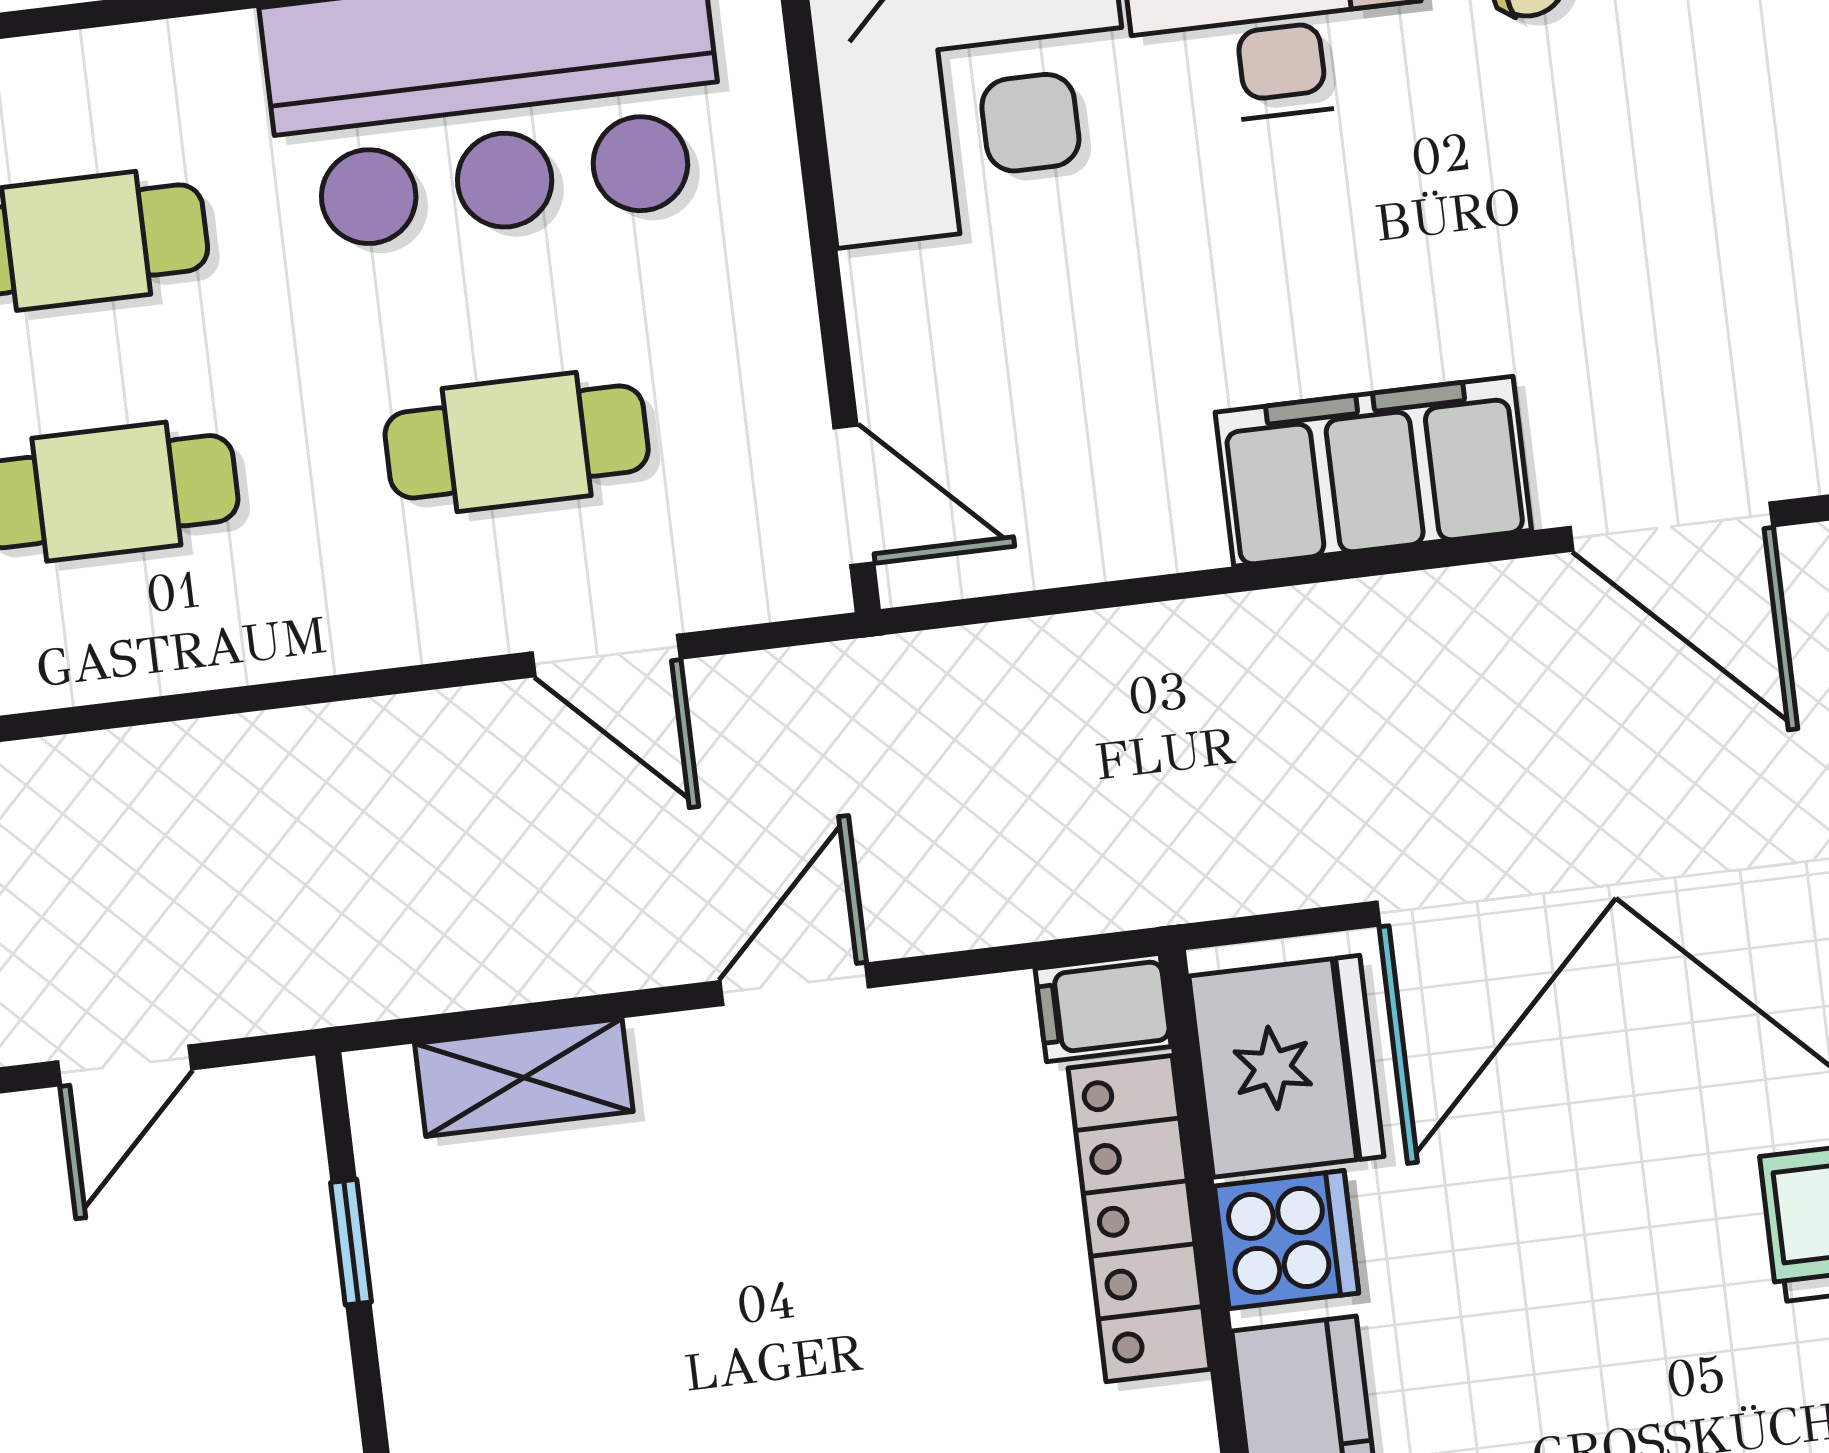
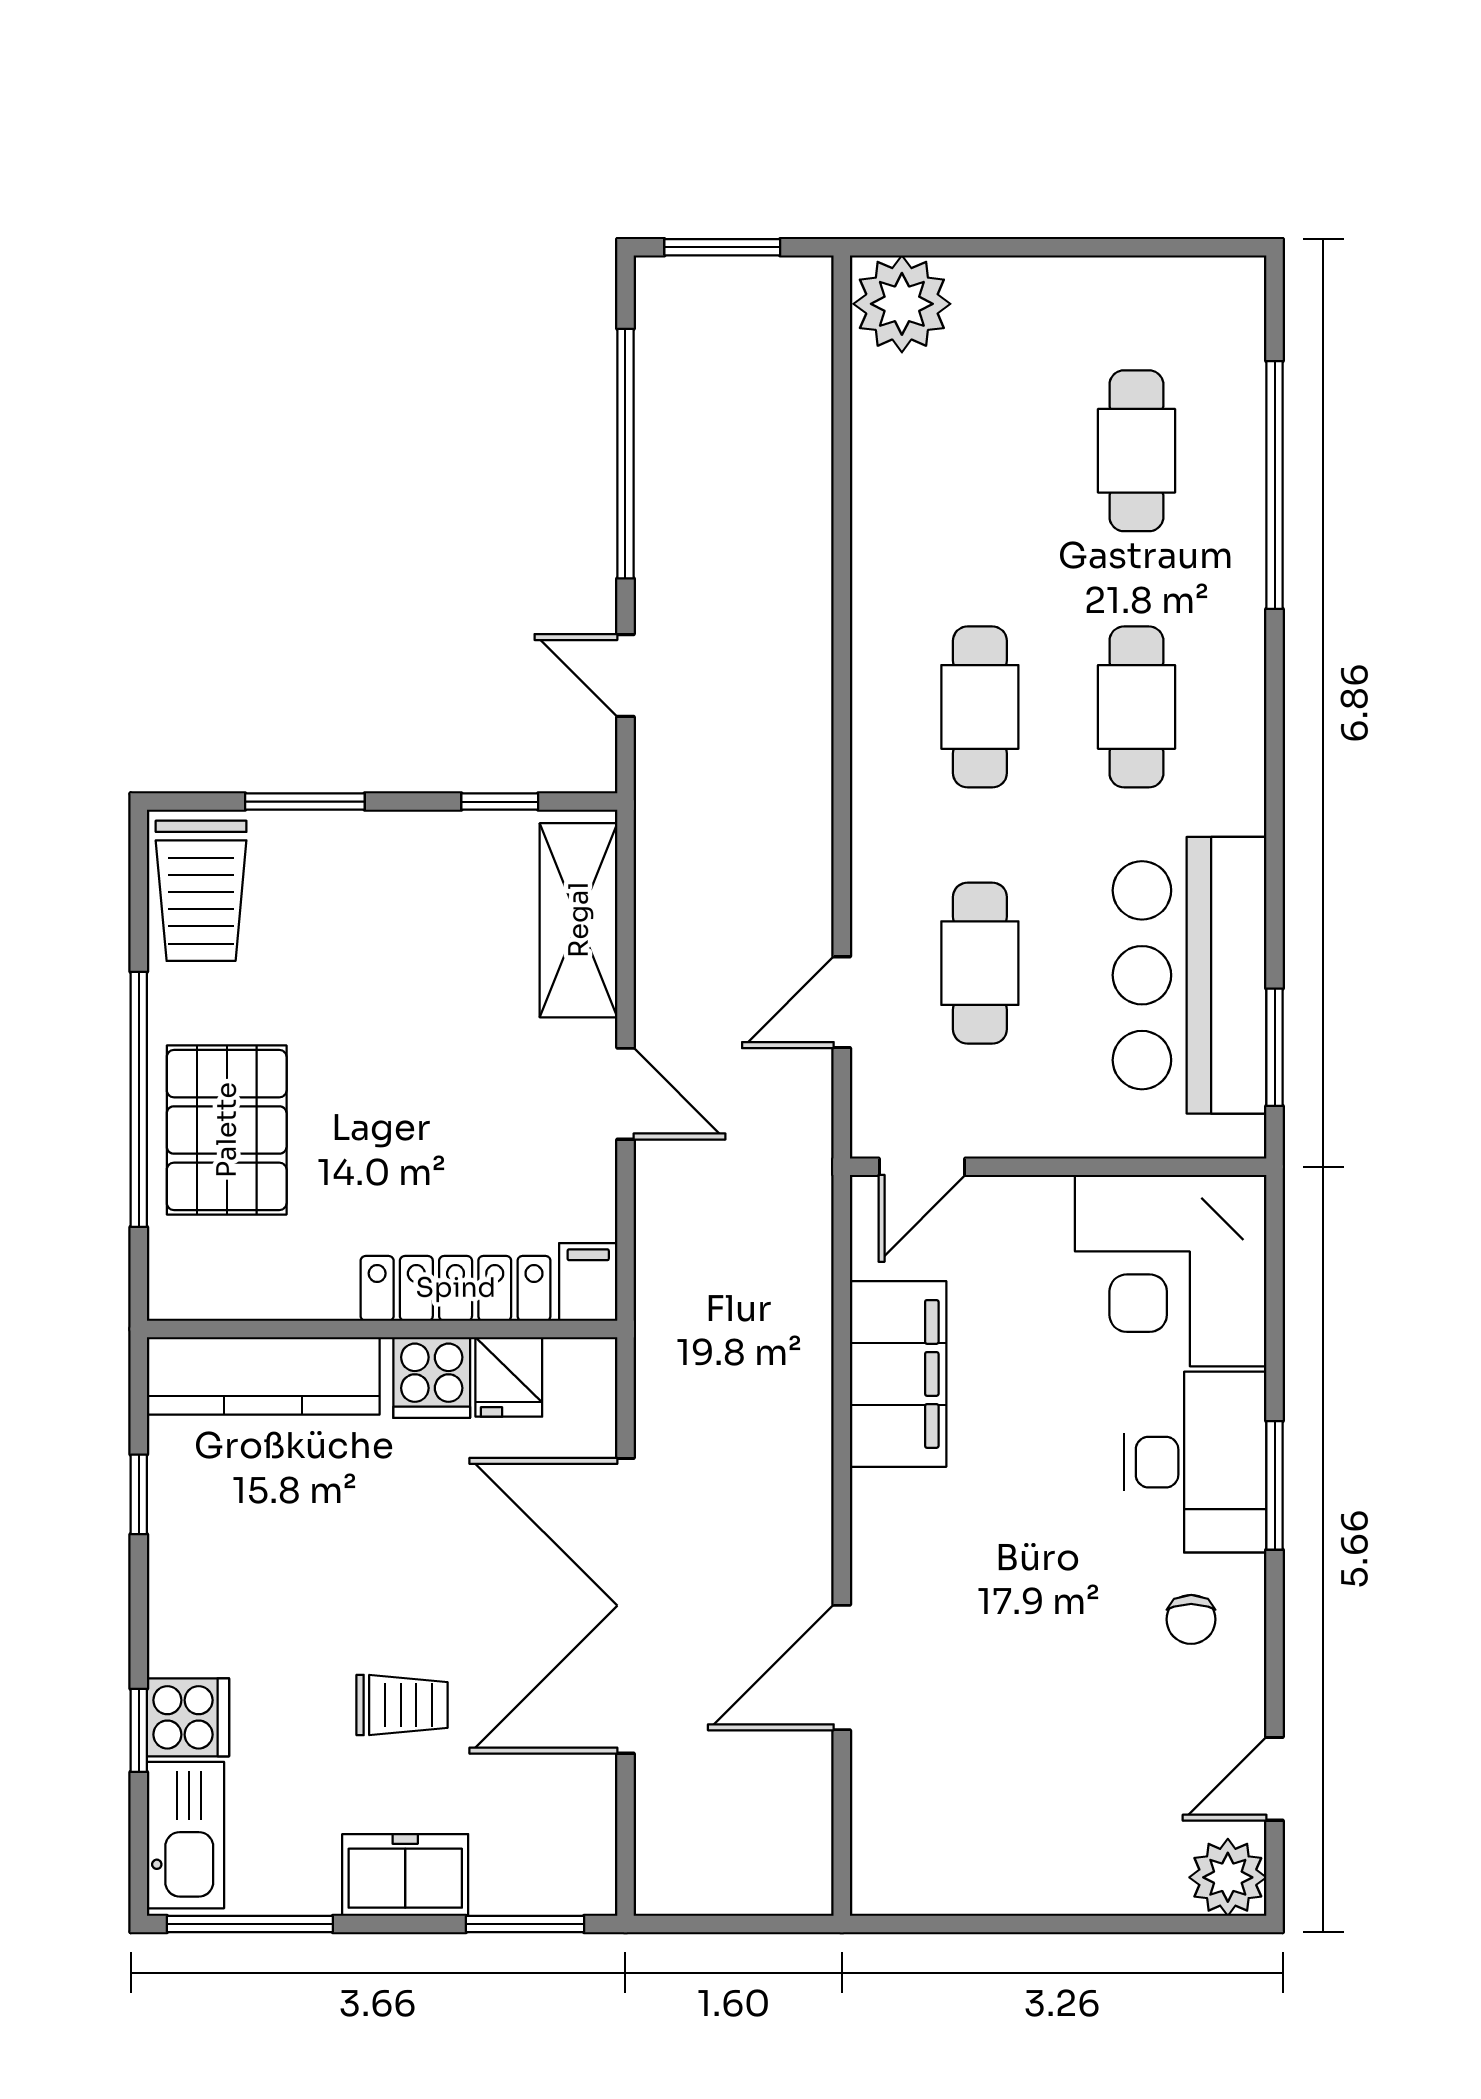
filing cabinet: (1373, 471) -> (898, 1374), moved
fridge: (1286, 1066) -> (509, 1377), width x0.53, depth x0.75
shelving: (524, 1078) -> (579, 920), width x1.50, depth x1.33

